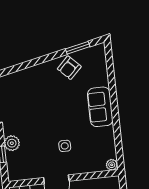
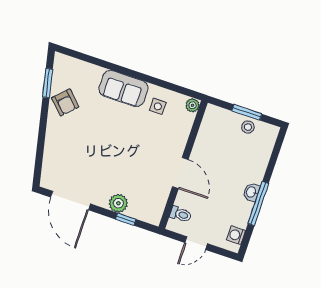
side table: (65, 146) -> (158, 106), moved

